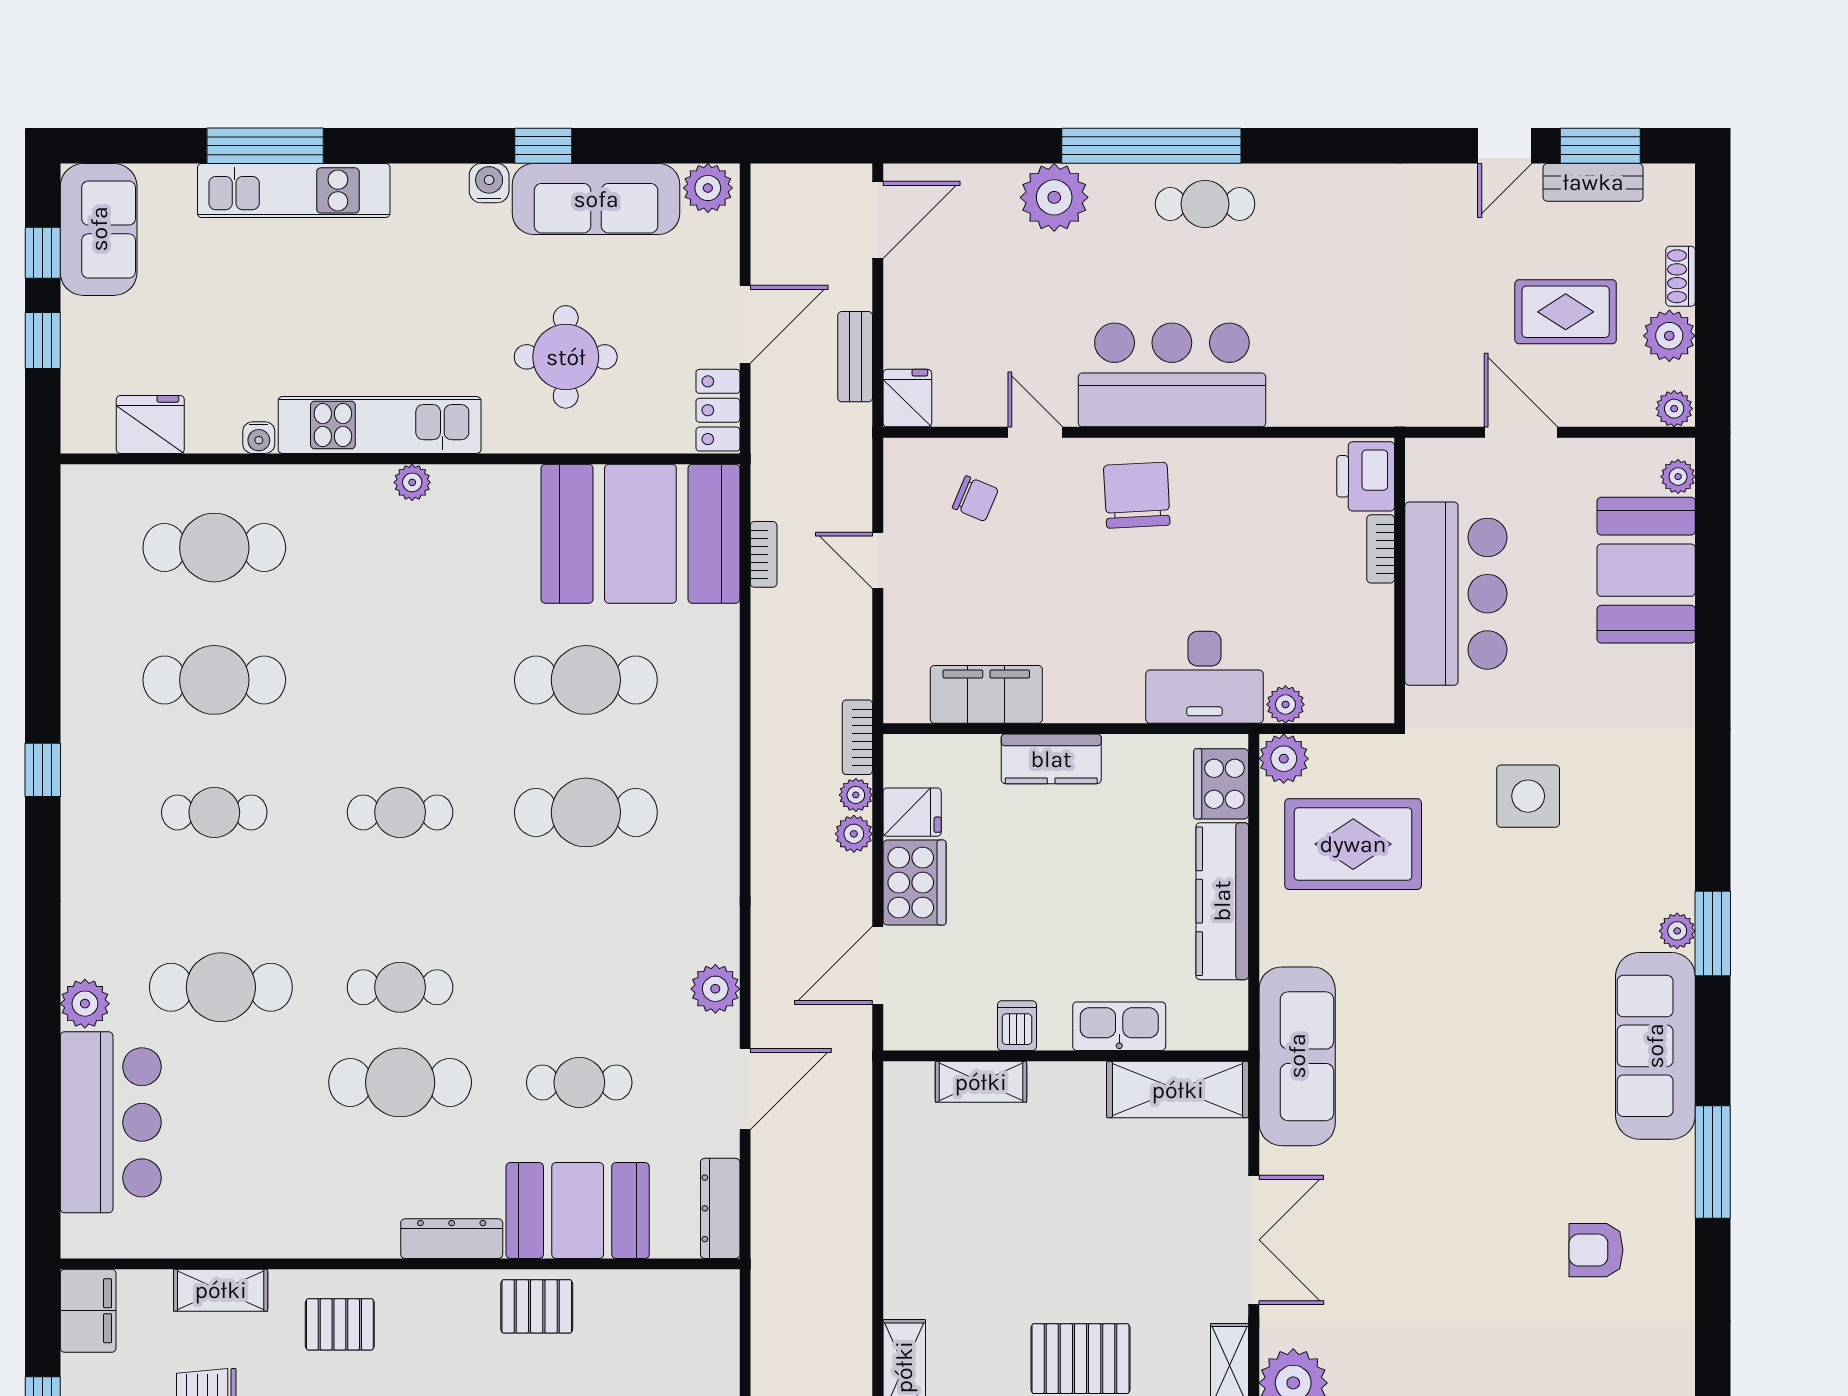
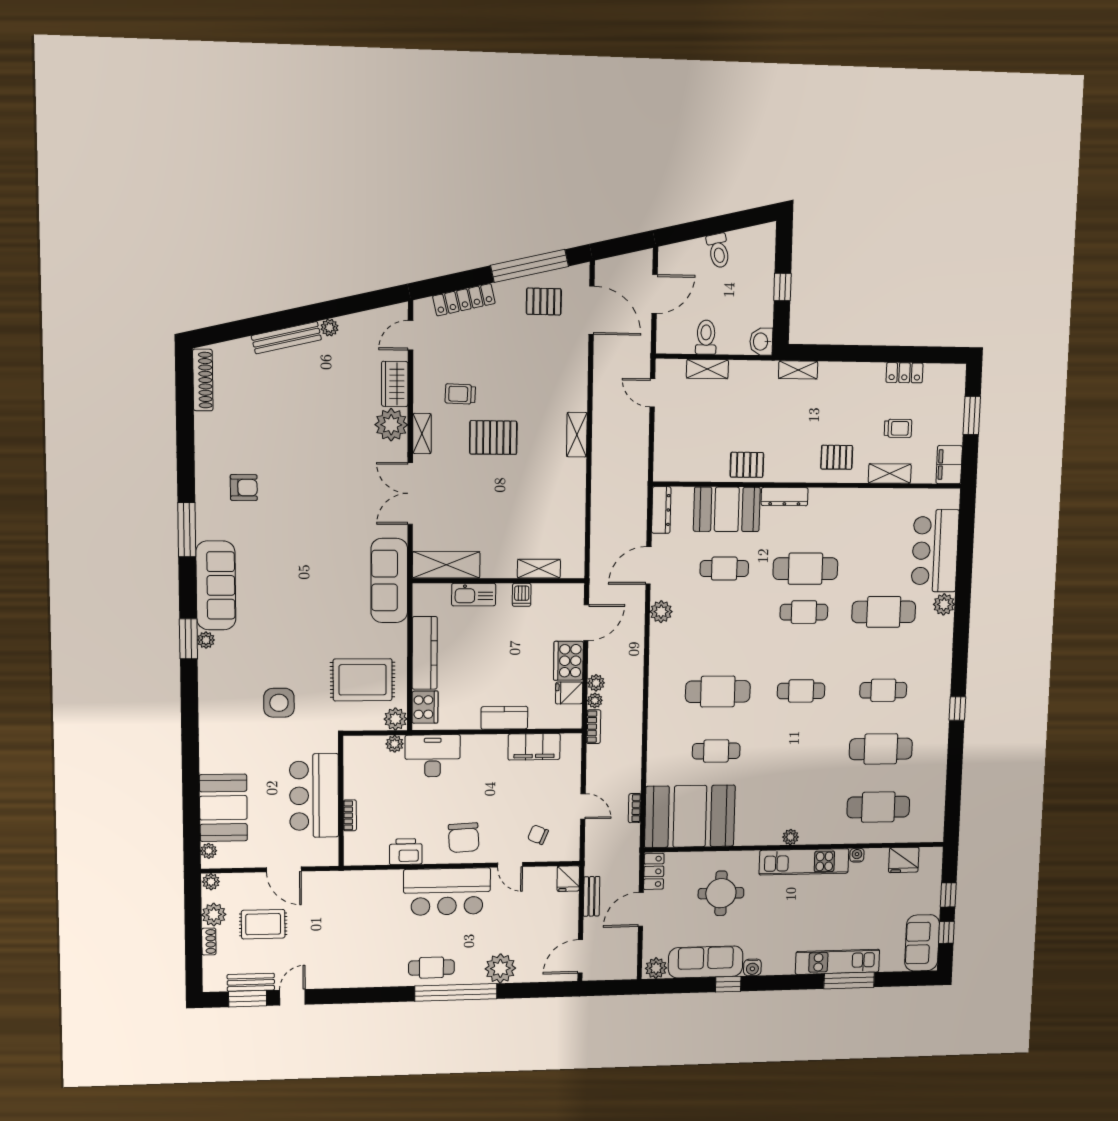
printer: (1366, 476) -> (406, 852), moved, turned -90
cafe table: (586, 680) -> (716, 751), width x0.73, depth x0.74

